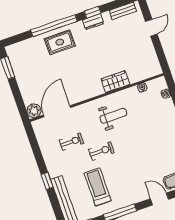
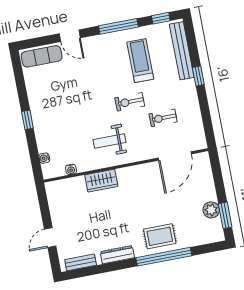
window: (93, 12) -> (116, 266), removed
dresser: (93, 22) -> (117, 255), width x1.44
plant: (34, 111) -> (211, 210), moved
treadmill: (98, 187) -> (140, 61), turned 180

